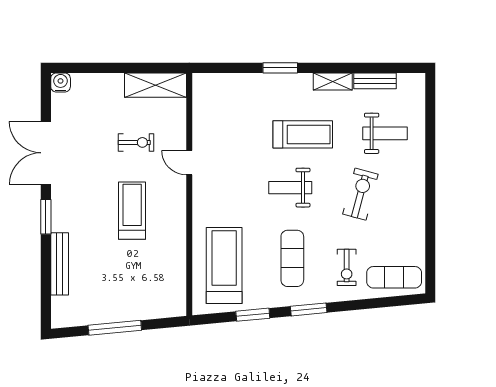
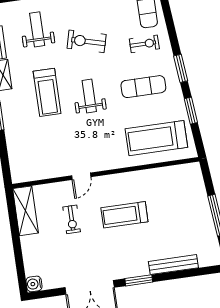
treadmill: (303, 134) -> (47, 92), turned 180
exercise bike: (136, 142) -> (72, 219), turned 180
weight bench: (290, 188) -> (89, 96), turned 180

